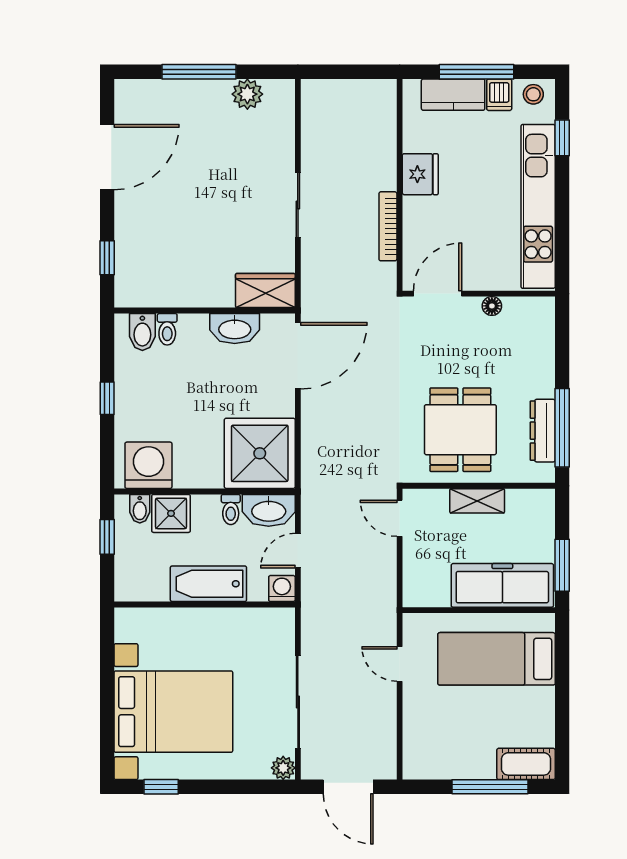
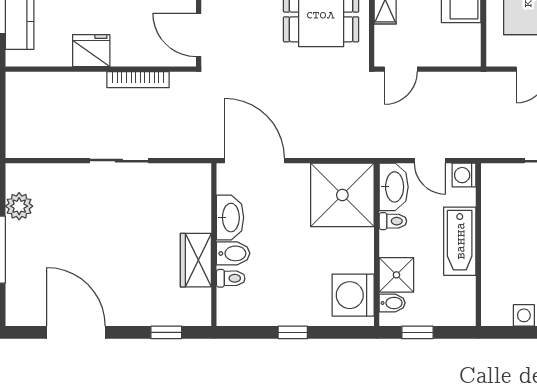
wardrobe: (265, 291) -> (196, 260), moved
bidet: (142, 332) -> (233, 253), moved

